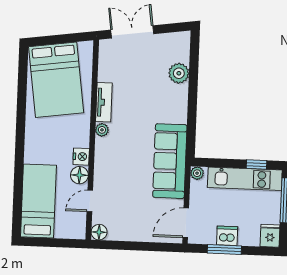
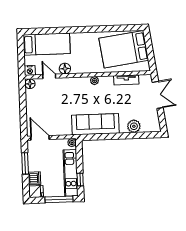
tv unit: (104, 102) -> (126, 80), moved
nightstand: (81, 157) -> (30, 70), moved
sofa: (170, 161) -> (95, 124), moved
dishwasher: (227, 236) -> (34, 178), moved

